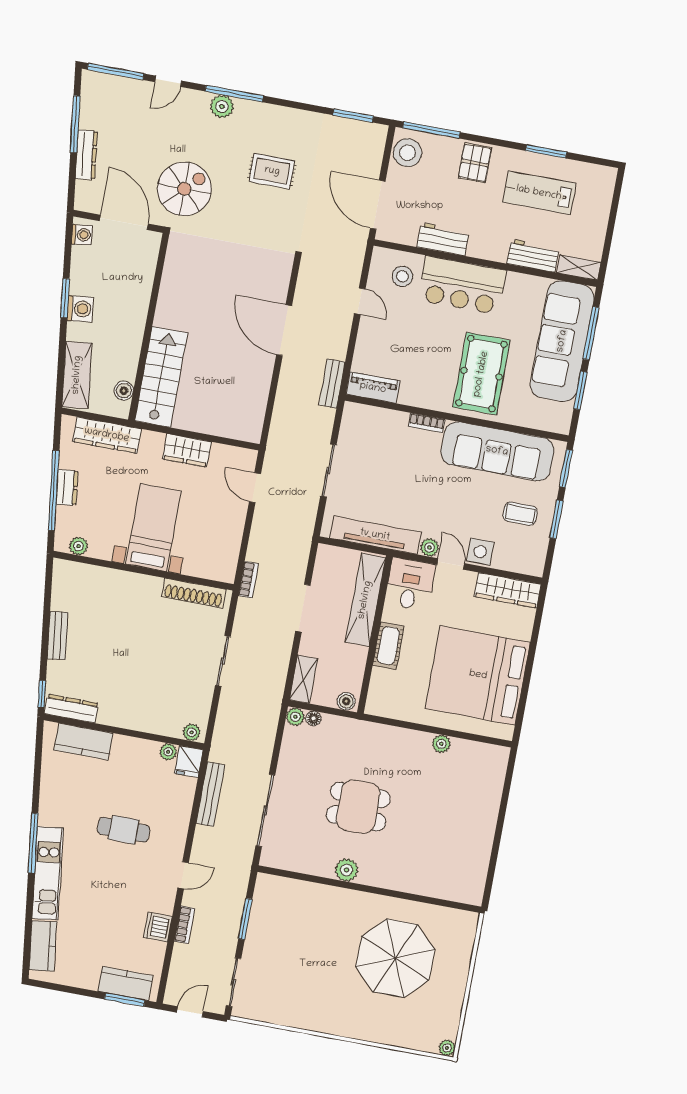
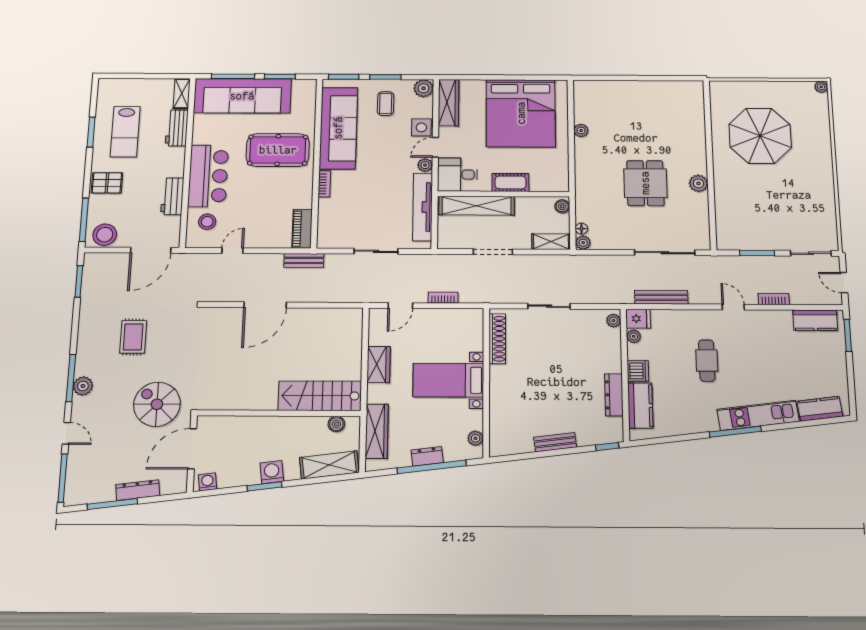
plant: (533, 563) -> (424, 88), added
bookcase: (248, 580) -> (443, 298), moved
dresser: (72, 708) -> (614, 395), moved
dishwasher: (158, 927) -> (638, 371), moved, turned -90
kitchen counter: (125, 983) -> (815, 320), moved, turned -90

